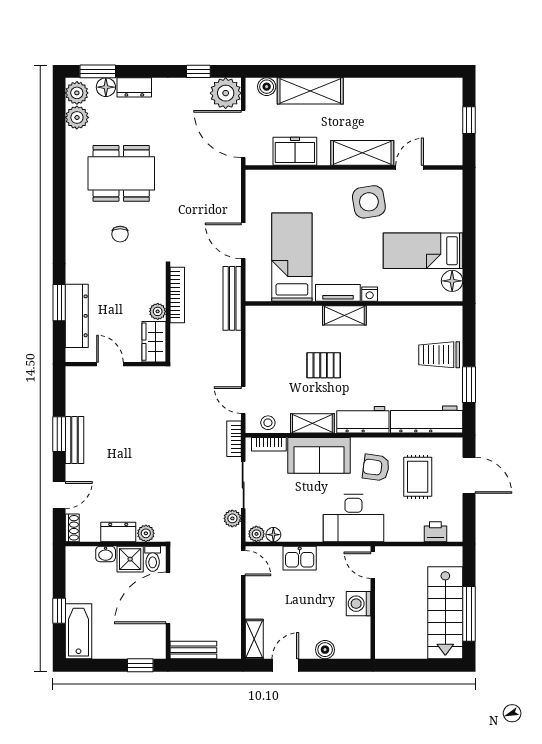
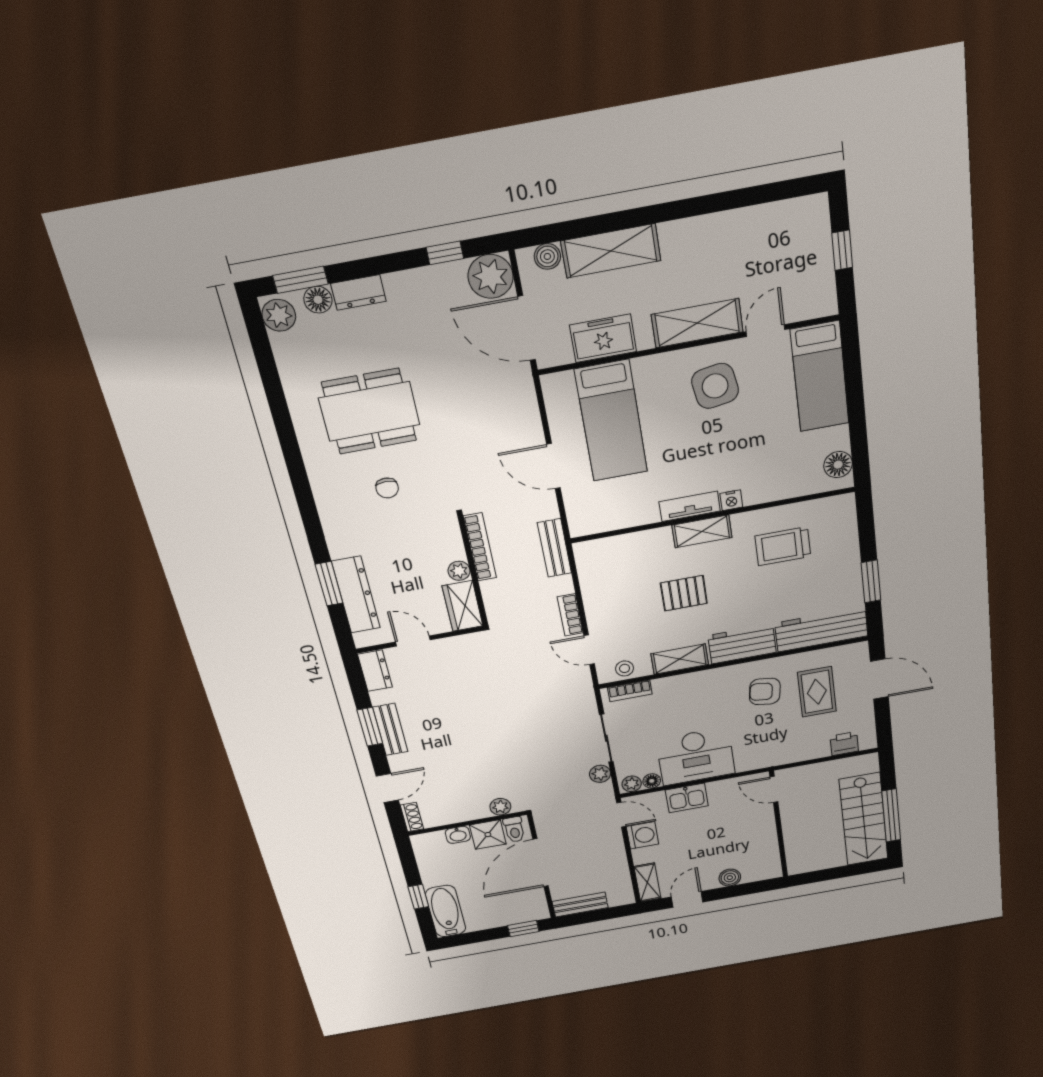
plant: (77, 117) -> (288, 349), removed
bed: (423, 251) -> (820, 377), moved, turned -90
bed: (292, 257) -> (611, 421), moved, turned 180
bench: (232, 298) -> (554, 548), width x0.73
trolley: (439, 355) -> (783, 546), moved
bookcase: (234, 439) -> (570, 615), moved
sofa: (319, 455) -> (693, 691), removed
desk: (353, 518) -> (696, 756), moved
dresser: (118, 532) -> (375, 671), moved, turned 90
washing machine: (359, 604) -> (642, 835), moved, turned 180

